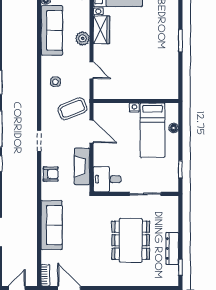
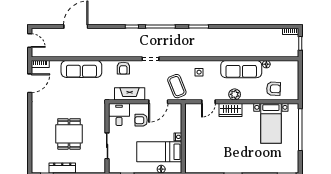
wardrobe: (102, 30) -> (230, 110), moved
armchair: (114, 152) -> (141, 120), added
dining table: (131, 240) -> (69, 134), width x0.73

